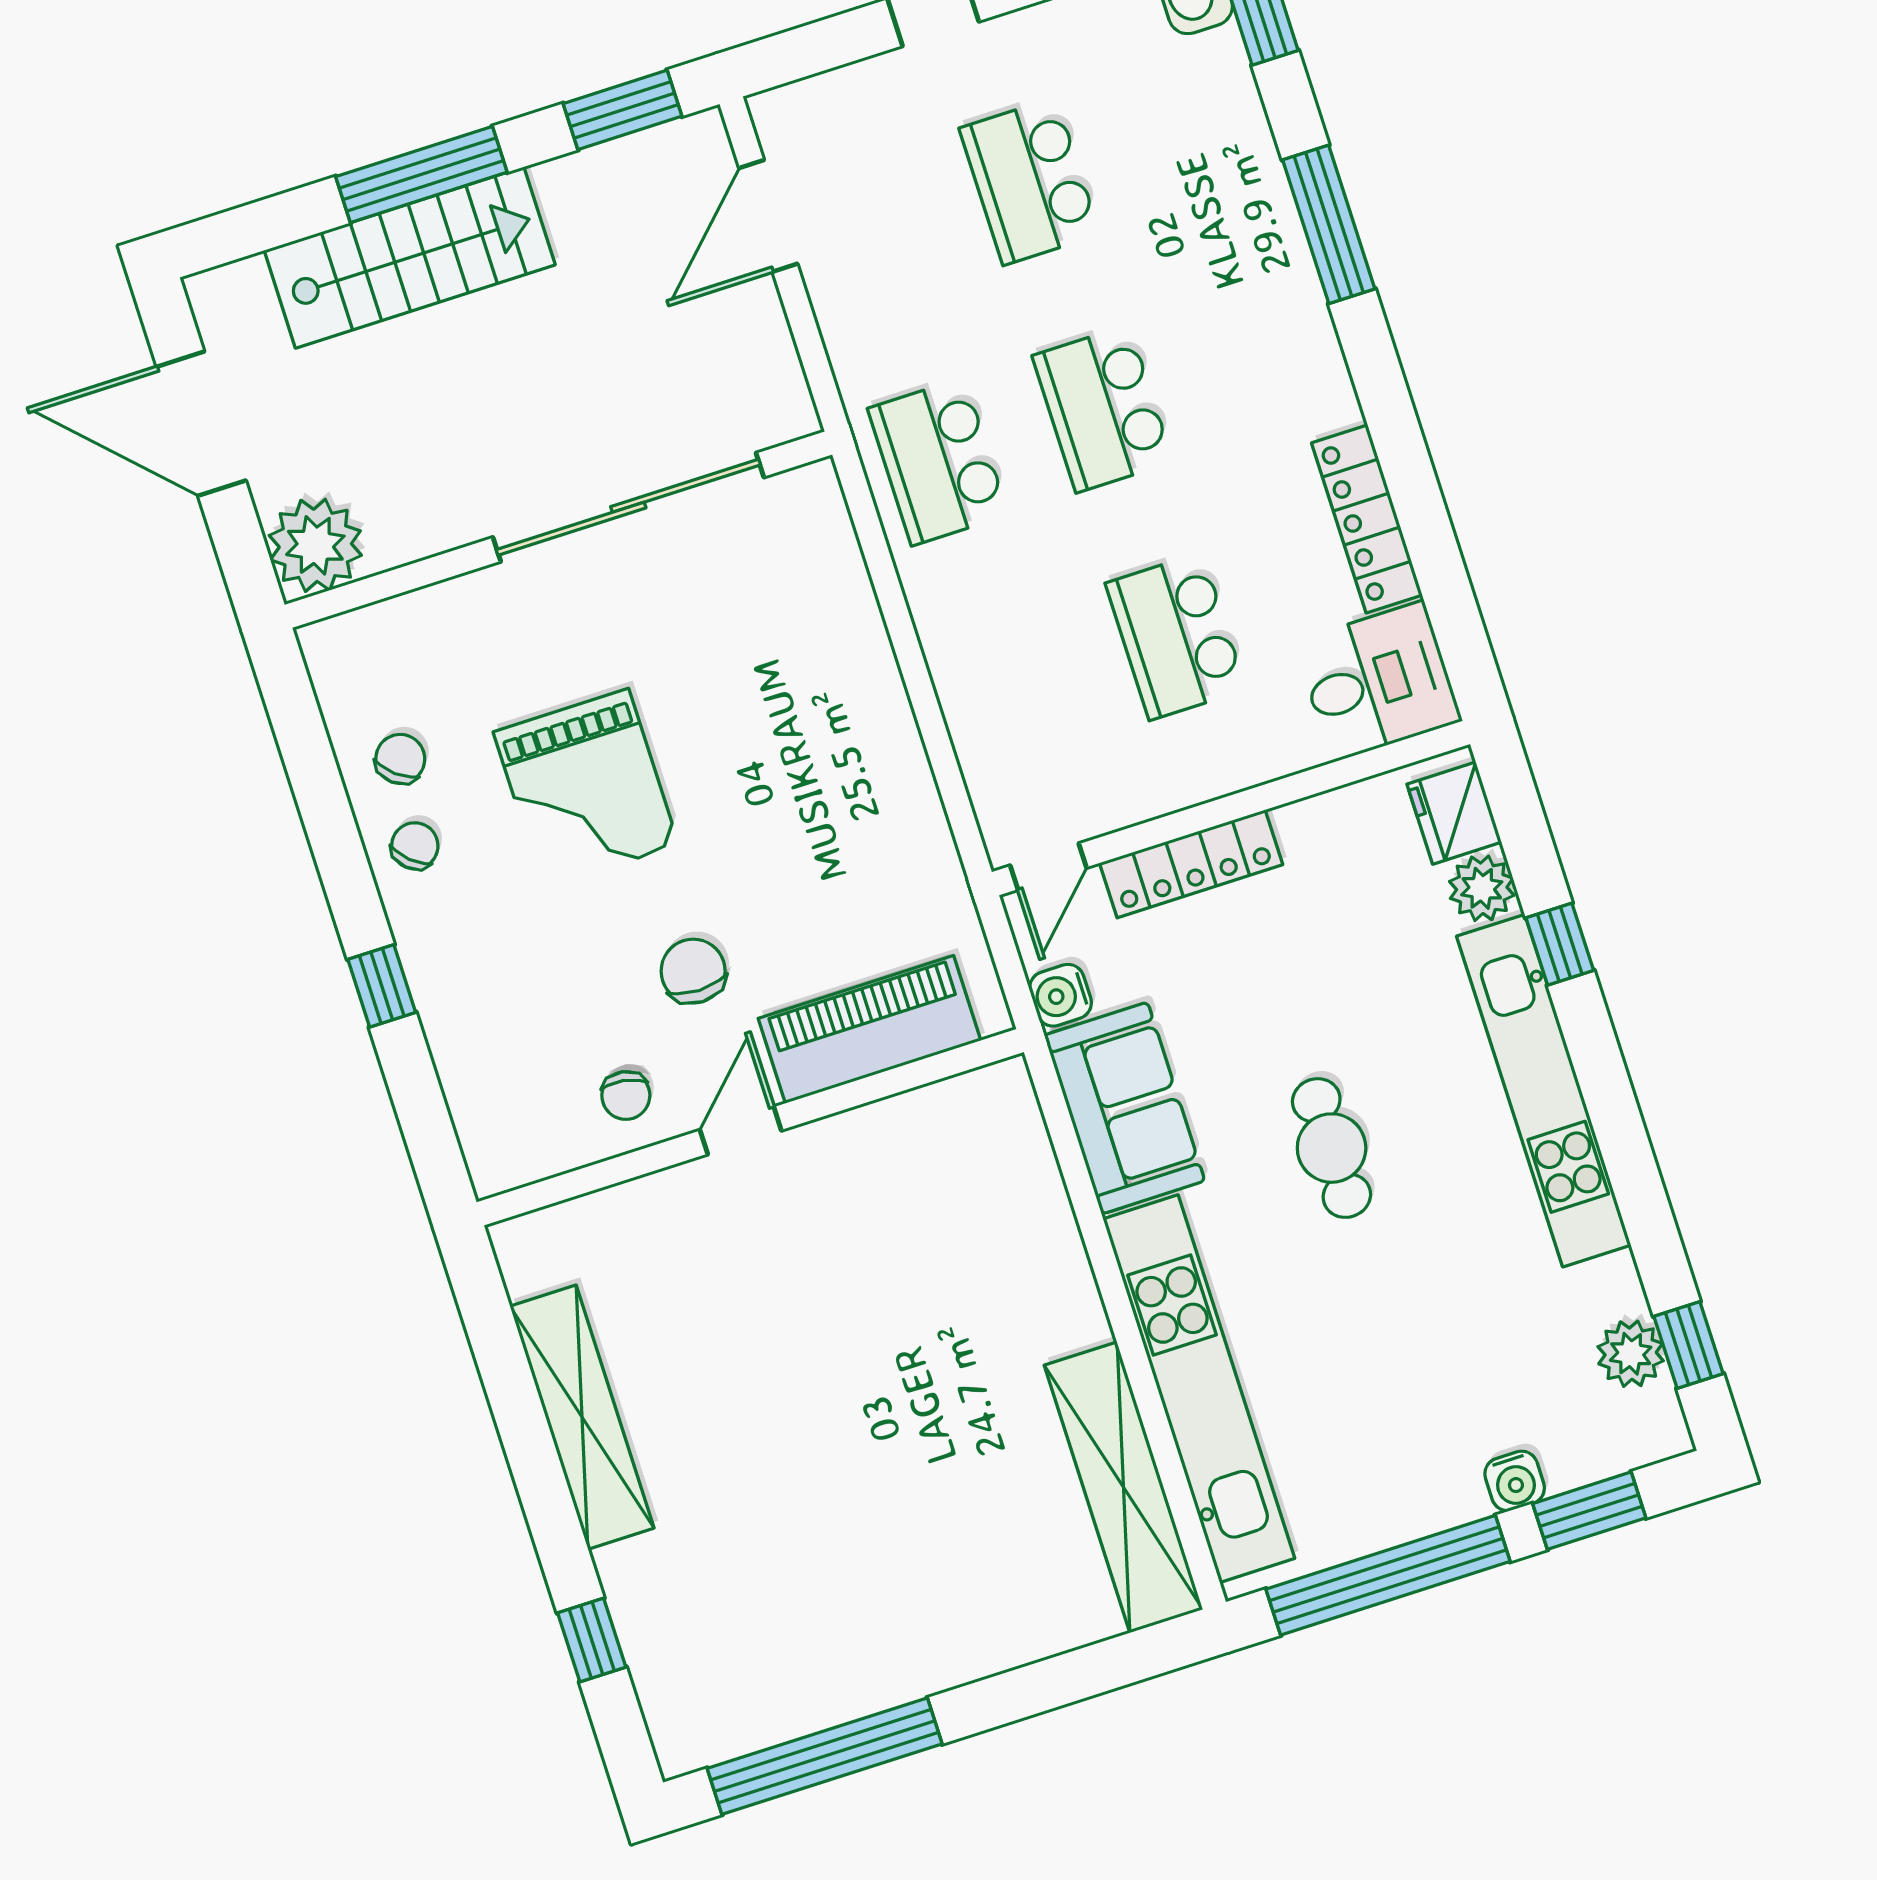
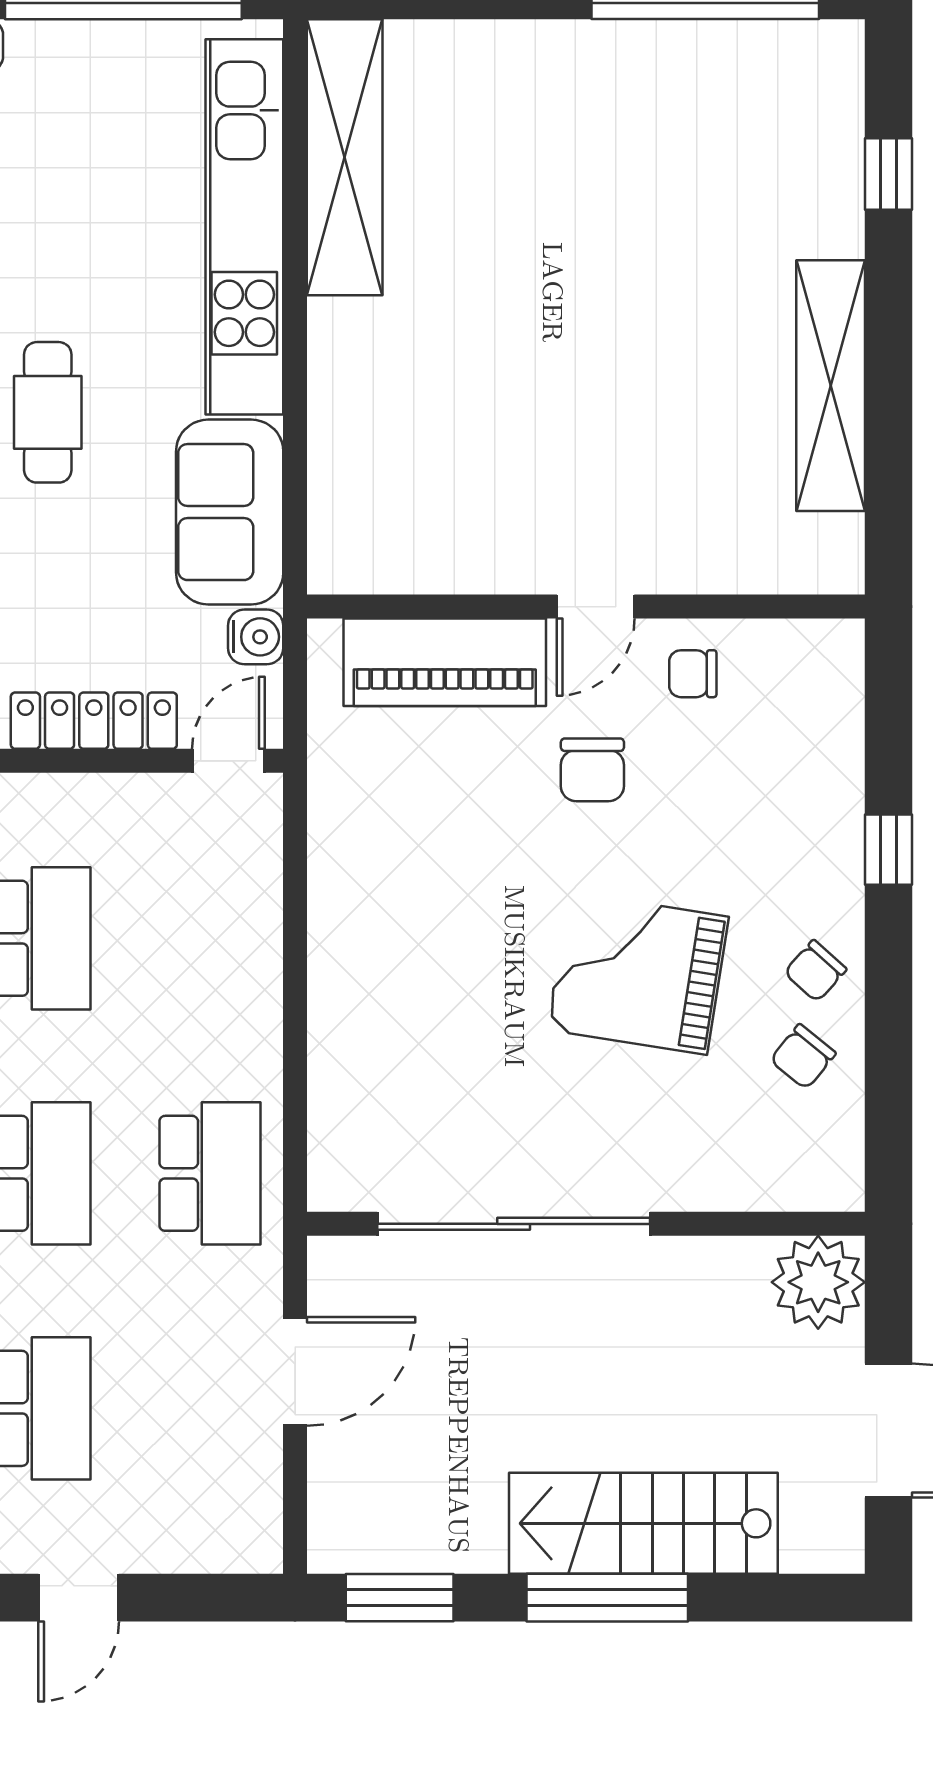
door: (768, 216) -> (295, 1371), moved
grand piano: (586, 788) -> (638, 973), turned -81
chair: (626, 1095) -> (693, 674), turned -99

